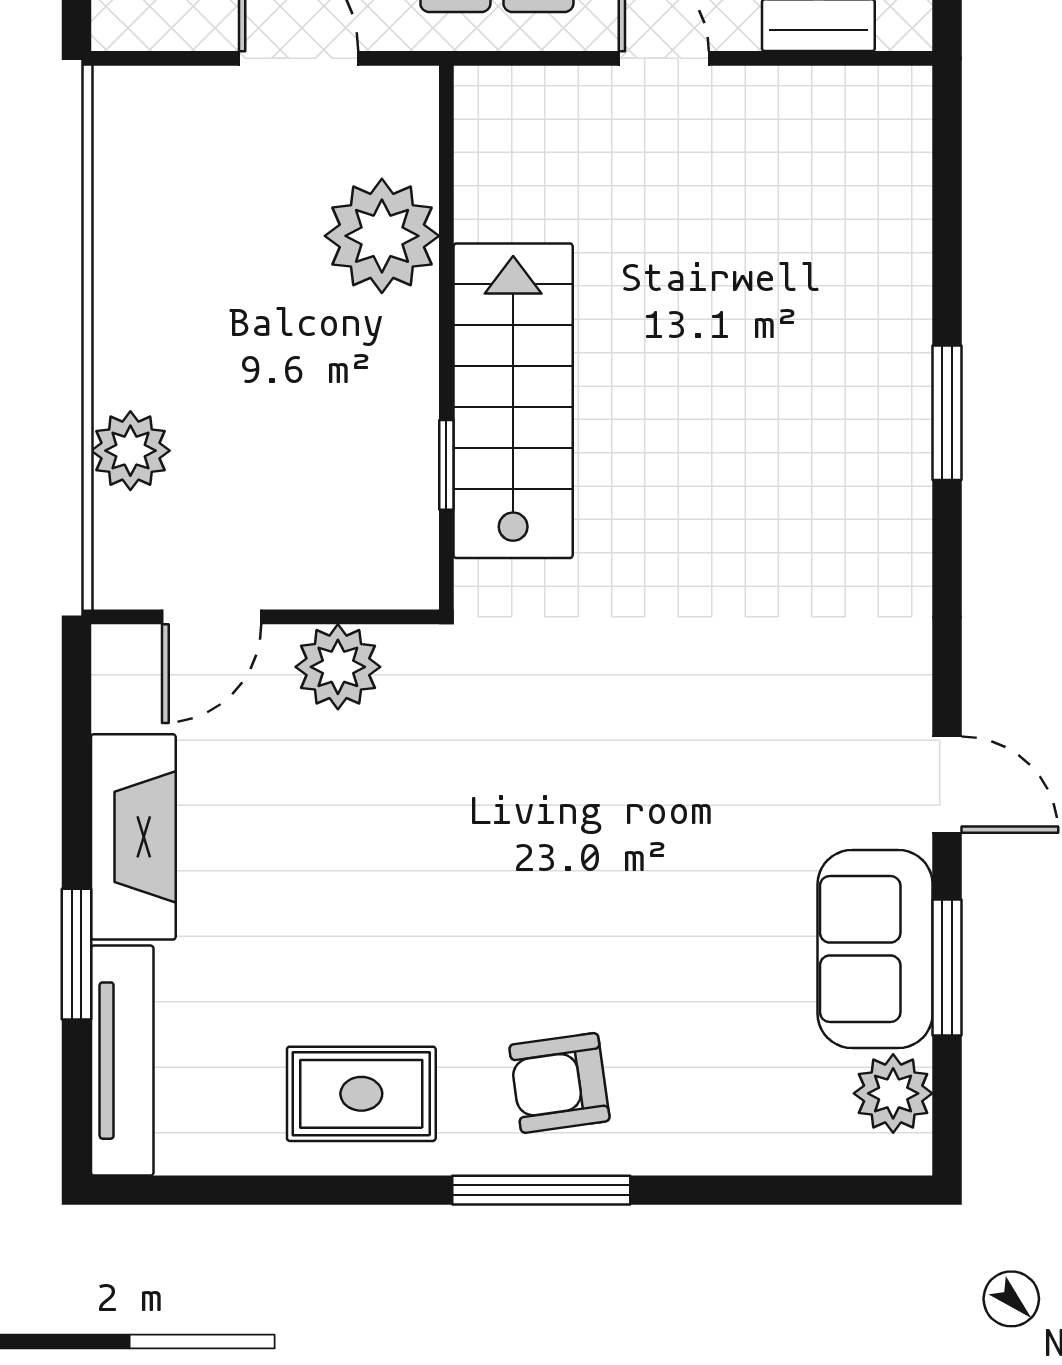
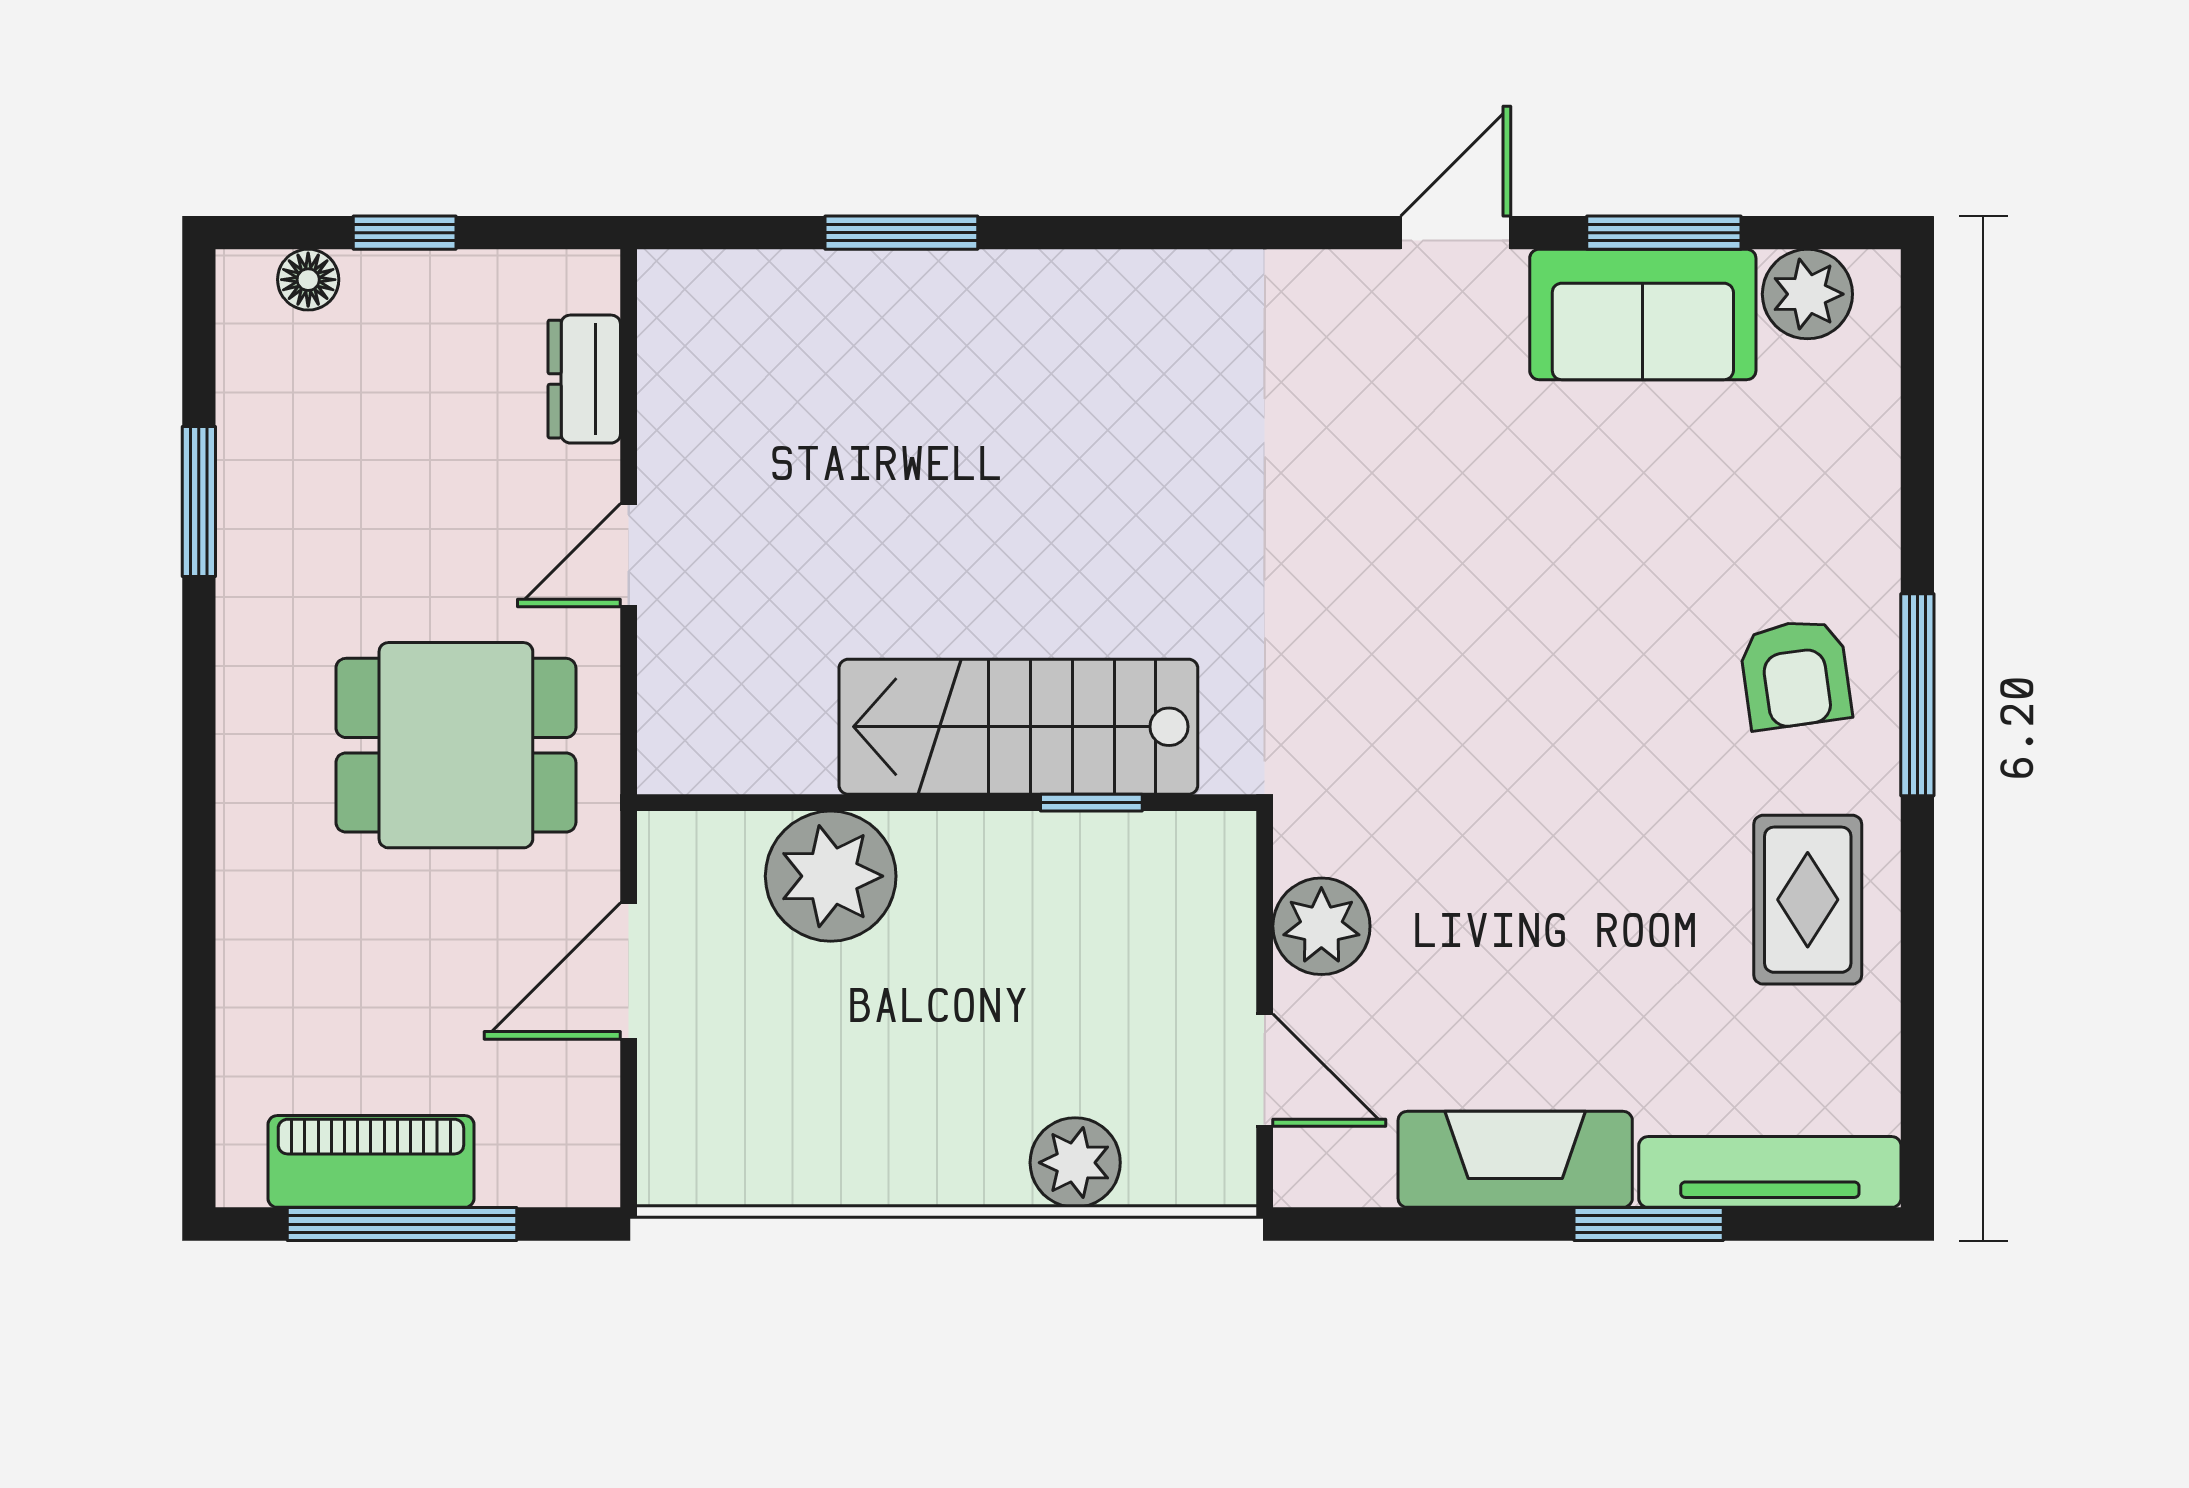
window: (947, 413) -> (901, 233), moved

